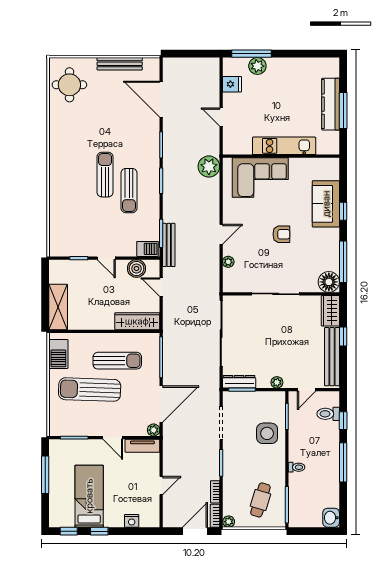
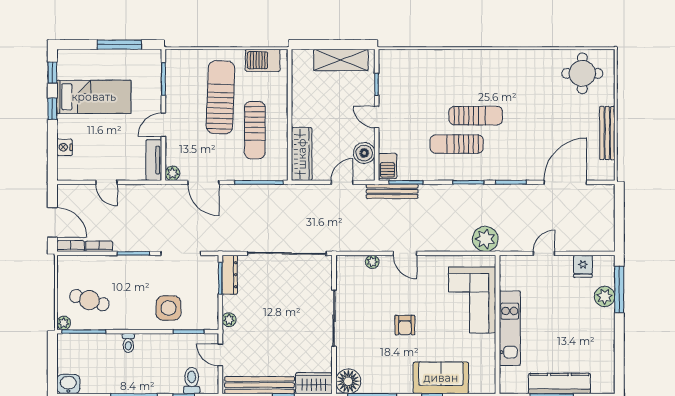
door: (106, 258) -> (377, 117), hinge flipped
shelving: (58, 307) -> (341, 60), moved
door: (161, 404) -> (203, 182), width x0.73
plant: (229, 522) -> (64, 323), moved

